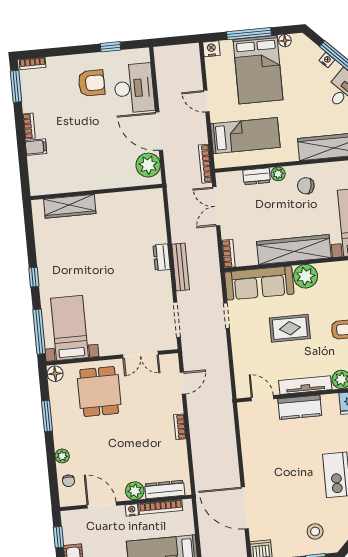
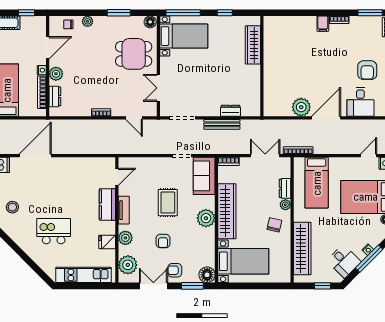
desk: (134, 88) -> (360, 102), width x0.73
door: (206, 101) -> (369, 156), moved
wall: (96, 192) -> (262, 66), moved
wardrobe: (70, 206) -> (253, 45), moved
sofa: (259, 283) -> (204, 176), width x0.73
tv unit: (305, 385) -> (124, 210), width x0.71
dresser: (165, 489) -> (55, 96), width x0.70

